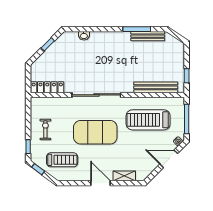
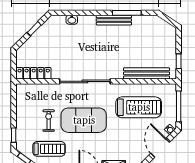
bench: (148, 36) -> (114, 20), moved
treadmill: (148, 120) -> (139, 107), turned 180
exercise bike: (45, 129) -> (49, 121), moved
door: (169, 159) -> (160, 148), hinge flipped

